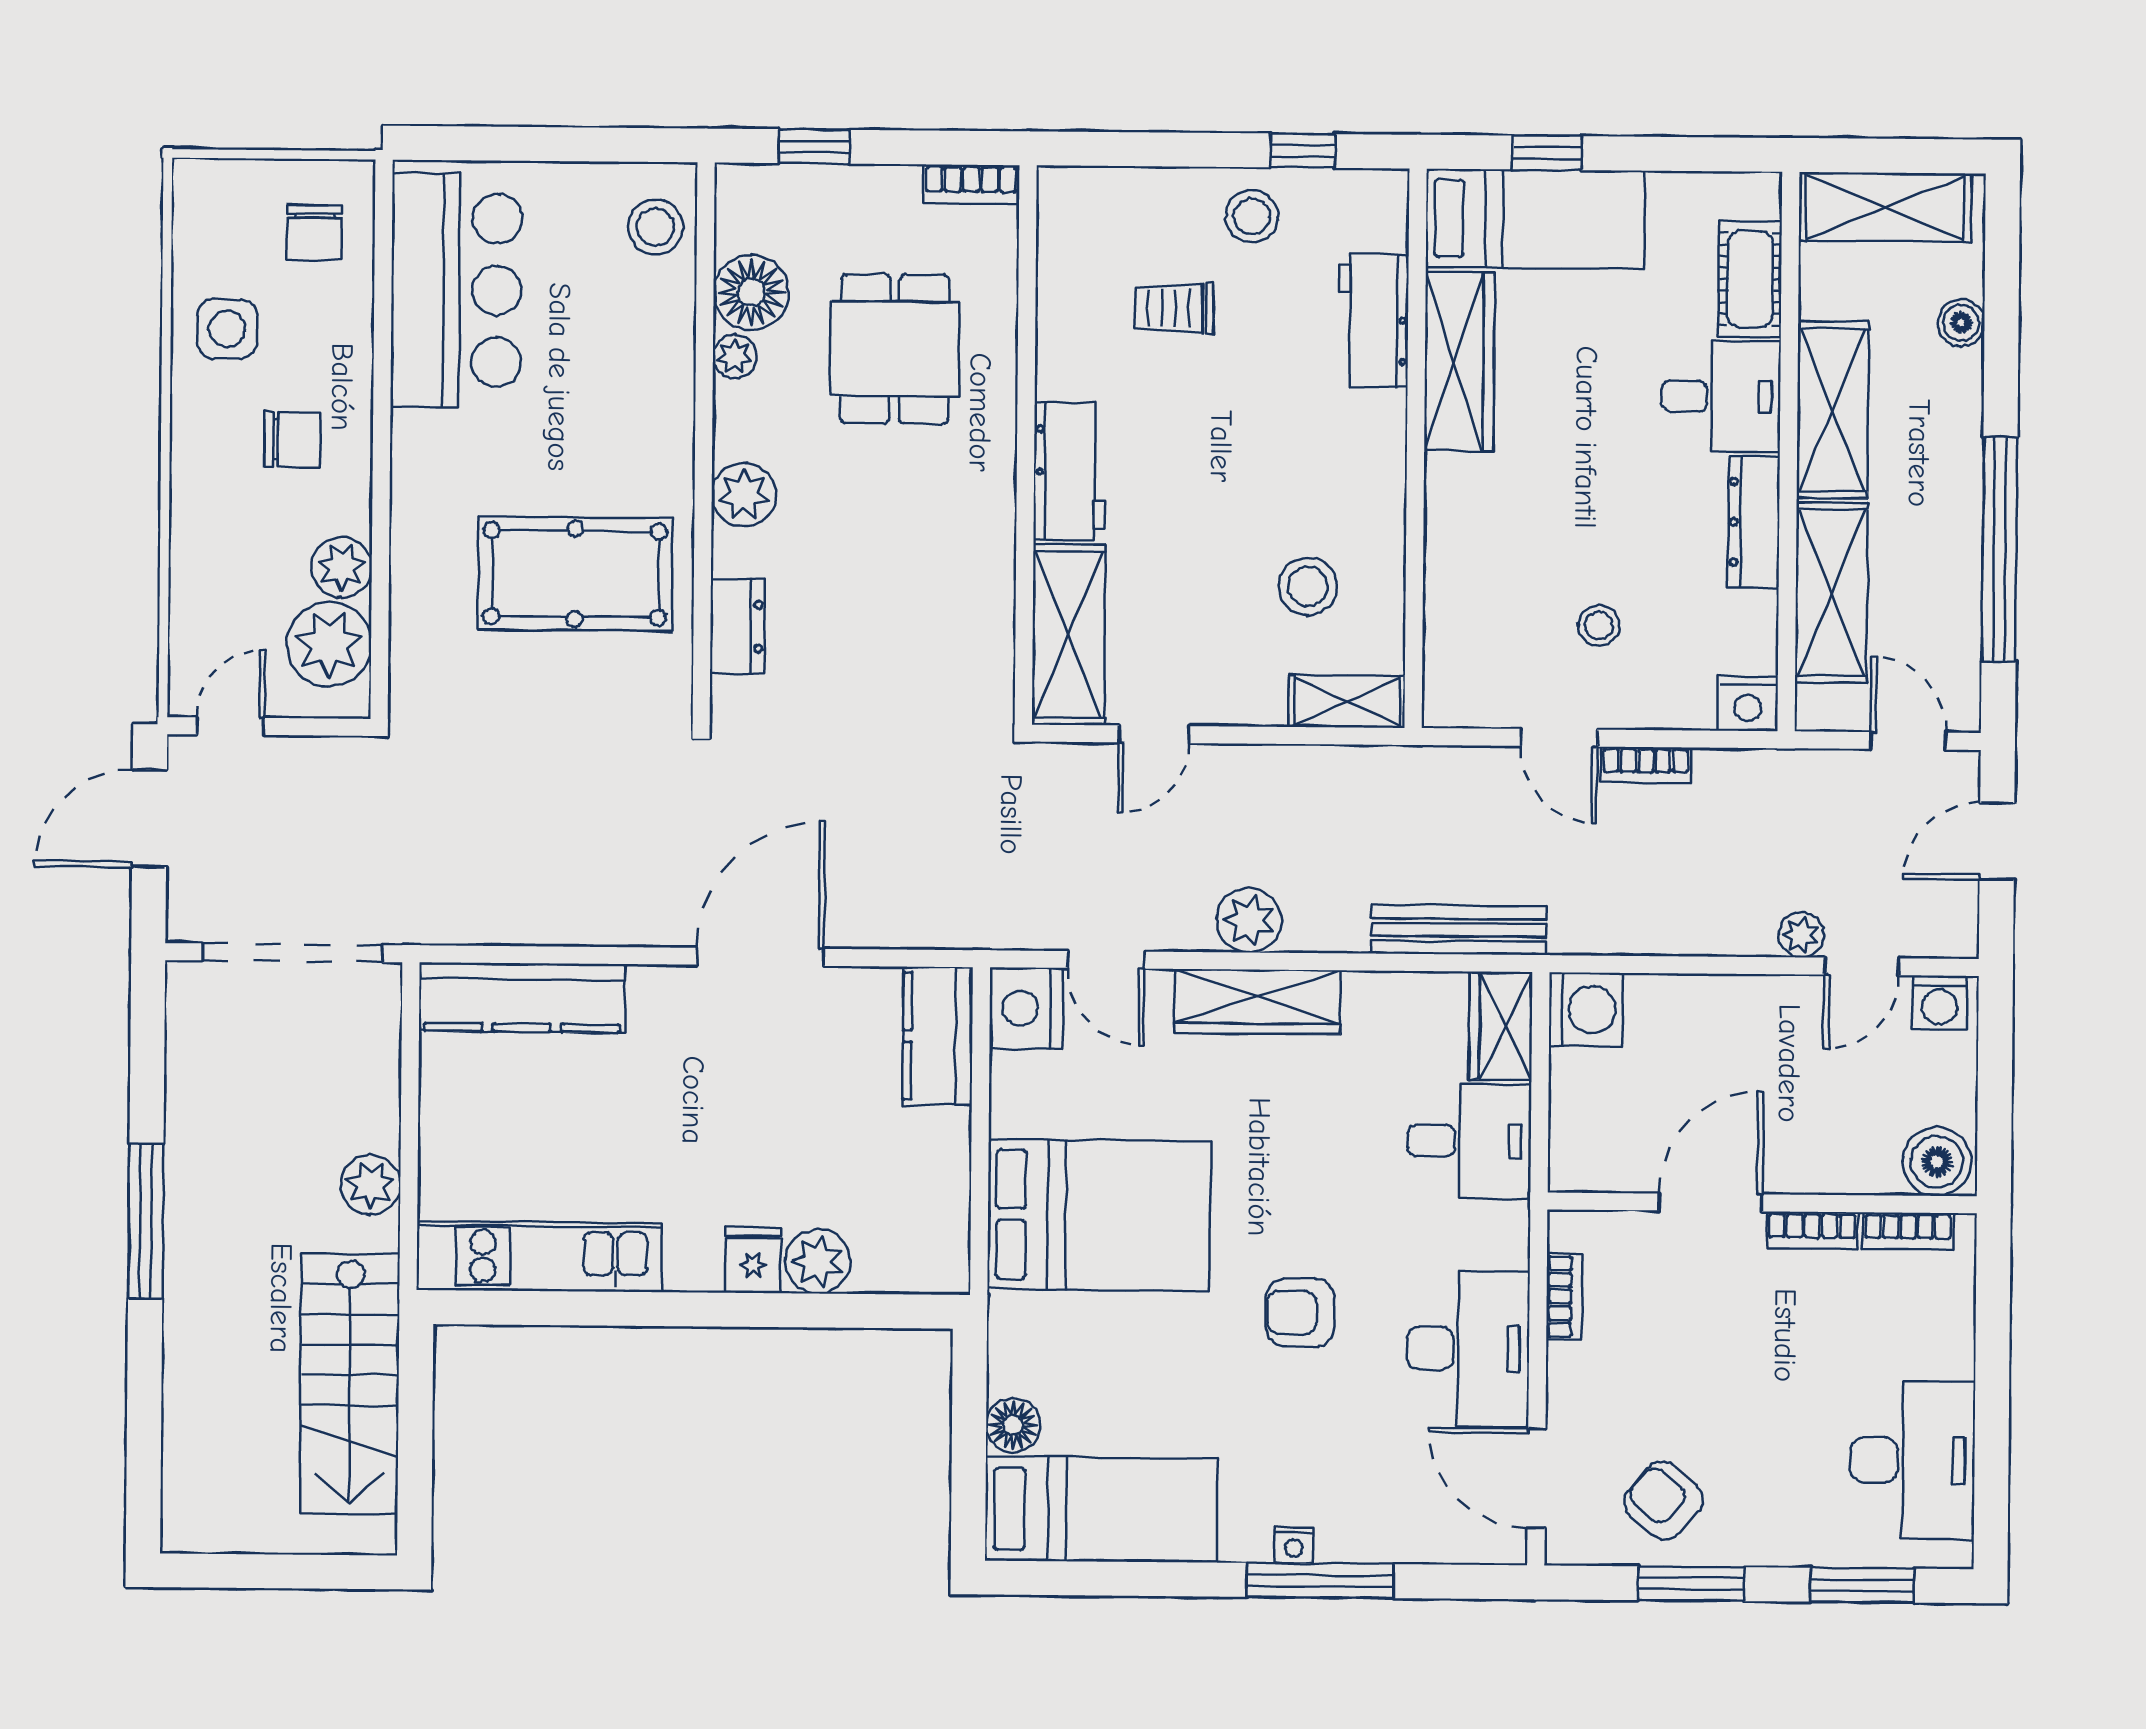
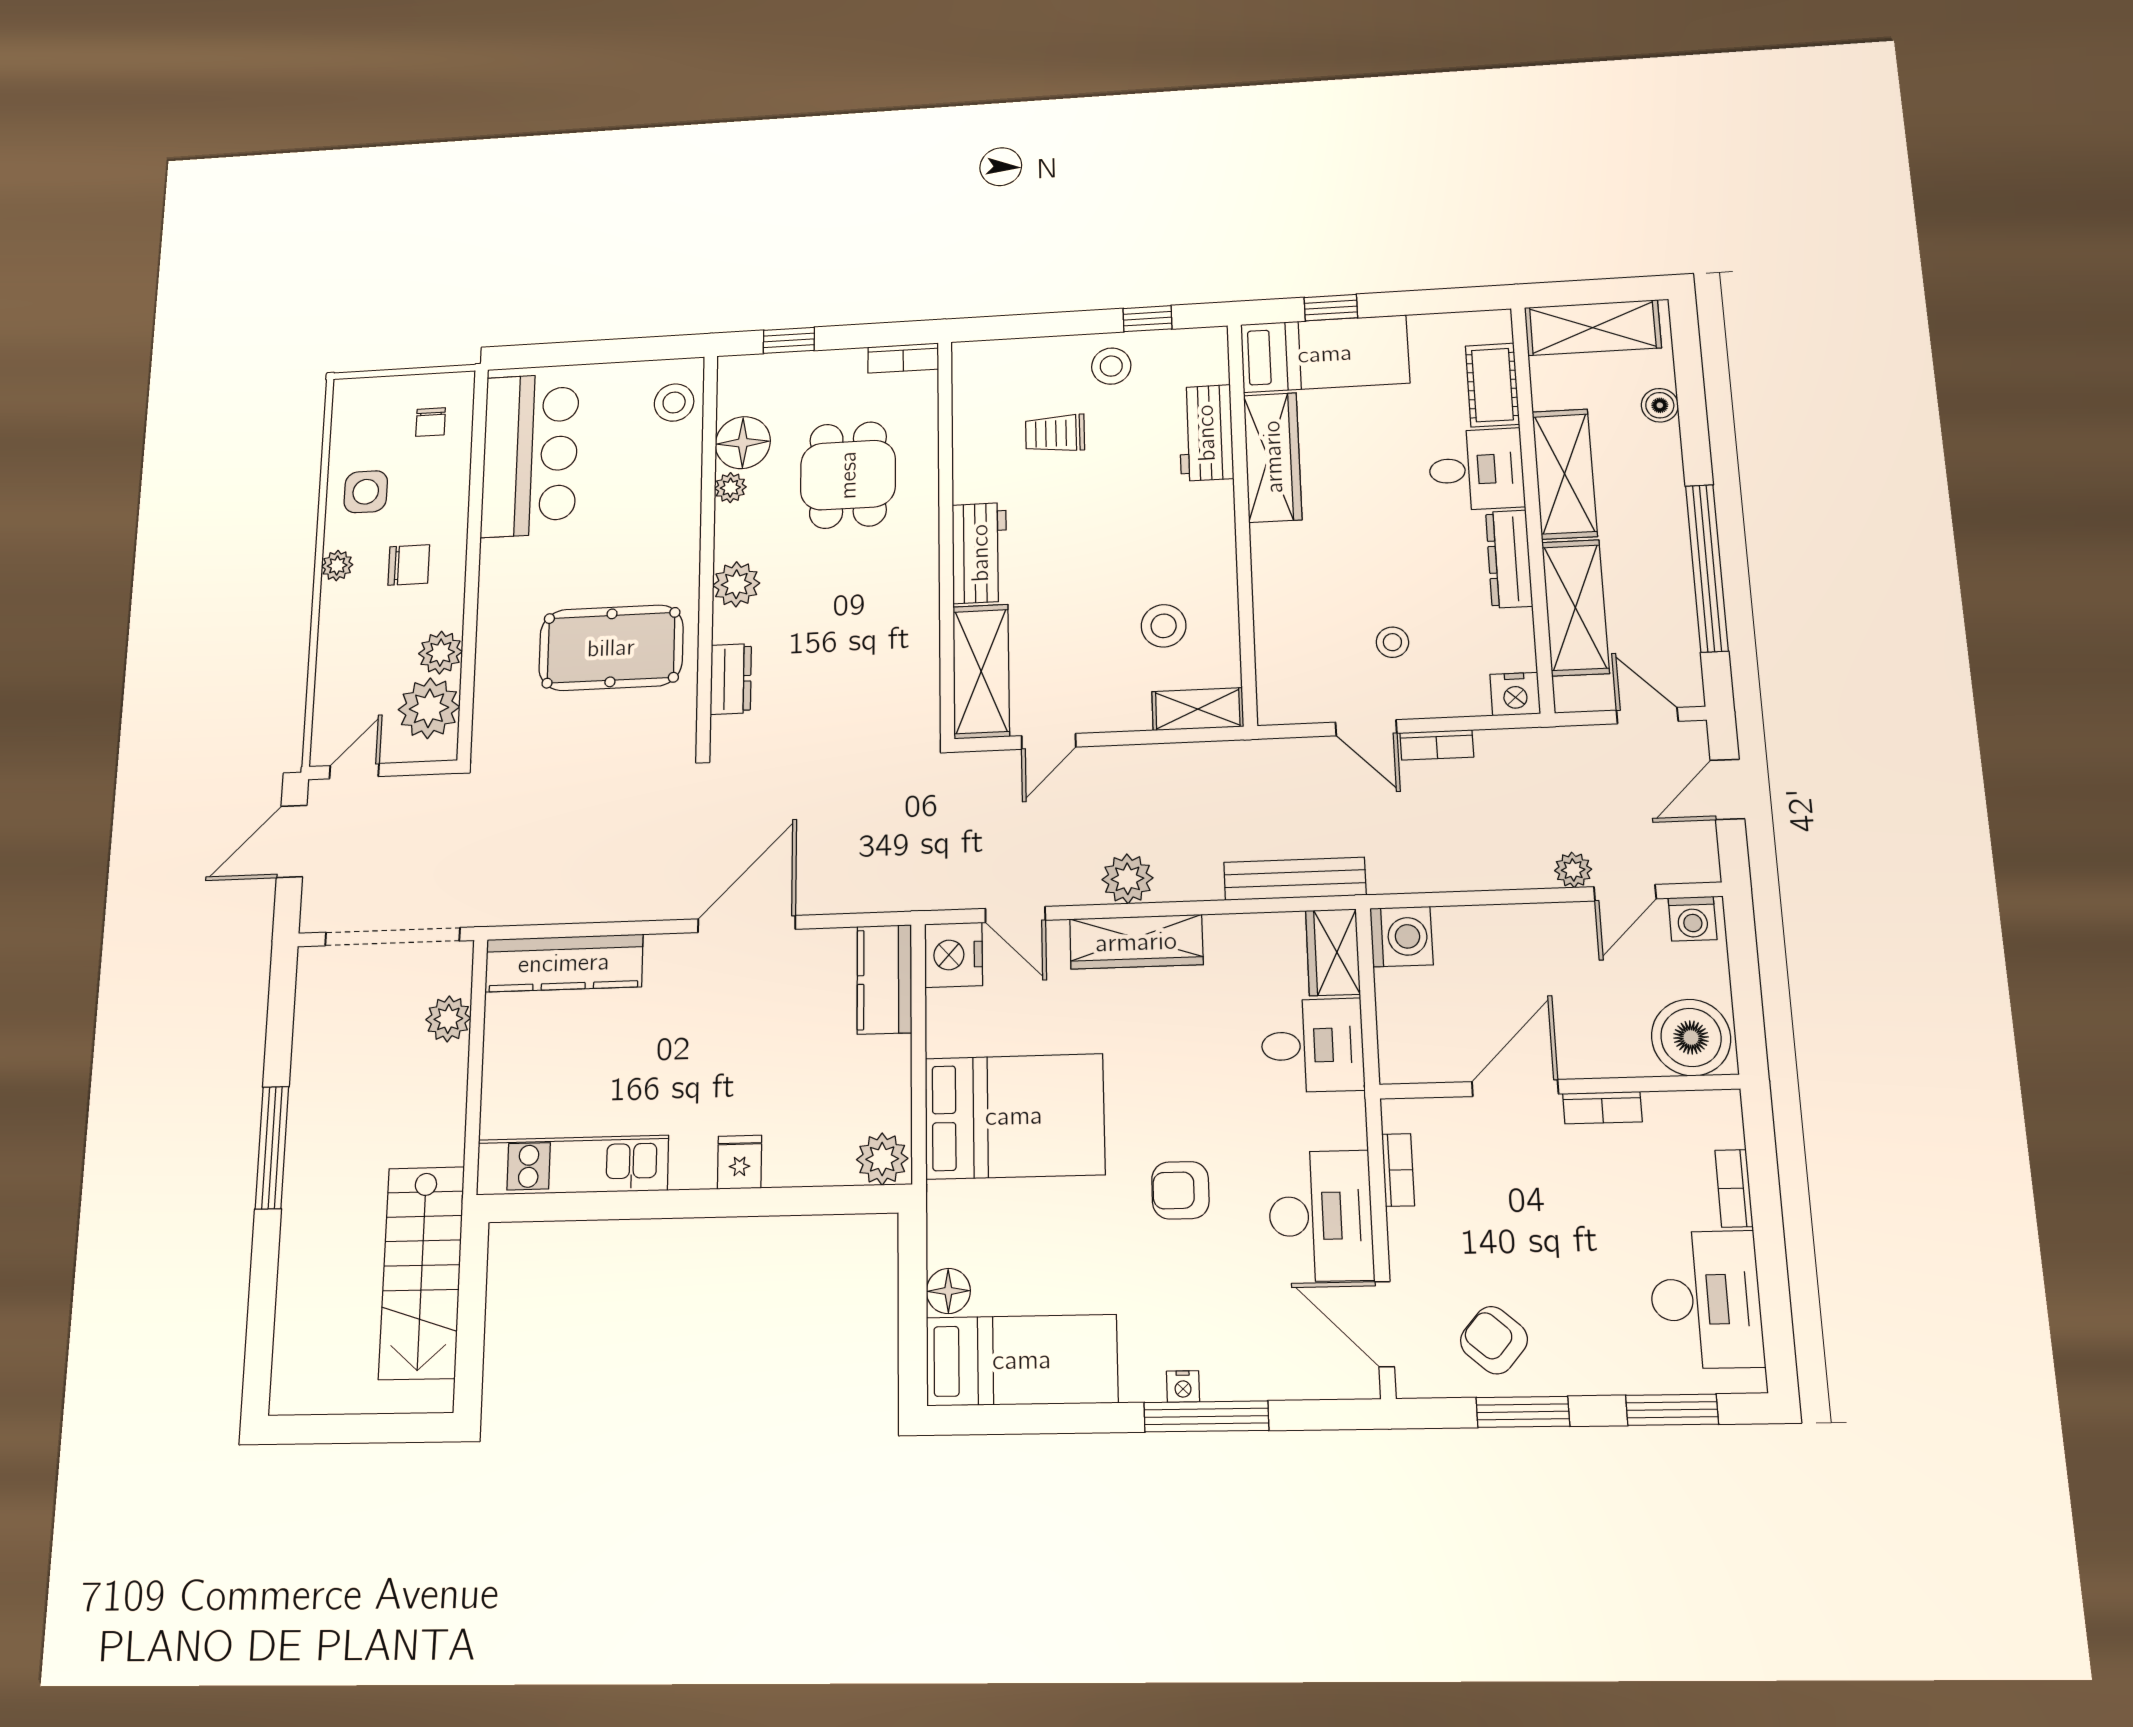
chair: (314, 232) -> (431, 422), width x0.73, depth x0.73
plant: (192, 434) -> (337, 566), added
boiler: (1937, 1162) -> (1691, 1037), width x1.37, depth x1.37
plant: (370, 1185) -> (448, 1019), moved
bookcase: (1908, 1231) -> (1734, 1188), moved, turned 90
plant: (818, 1261) -> (882, 1159), moved

